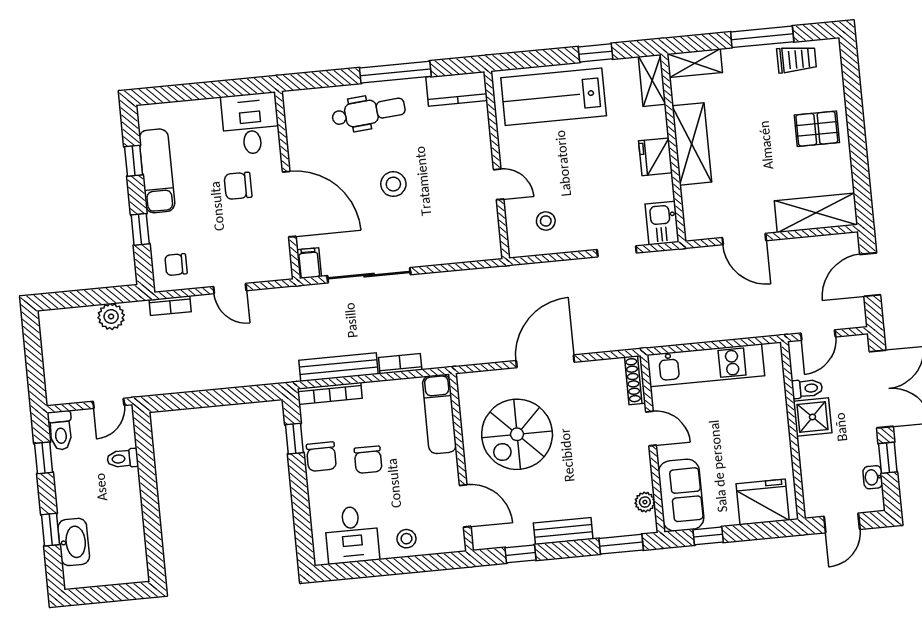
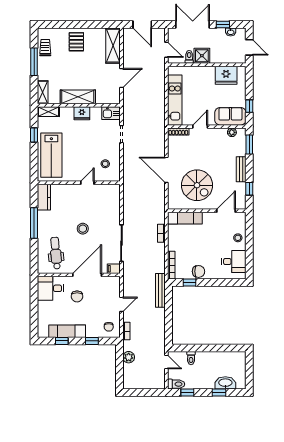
dental chair: (369, 112) -> (56, 253), moved
bench: (339, 367) -> (160, 290), moved
chair: (368, 460) -> (202, 251), removed
fridge: (763, 502) -> (226, 75), moved, turned -90

